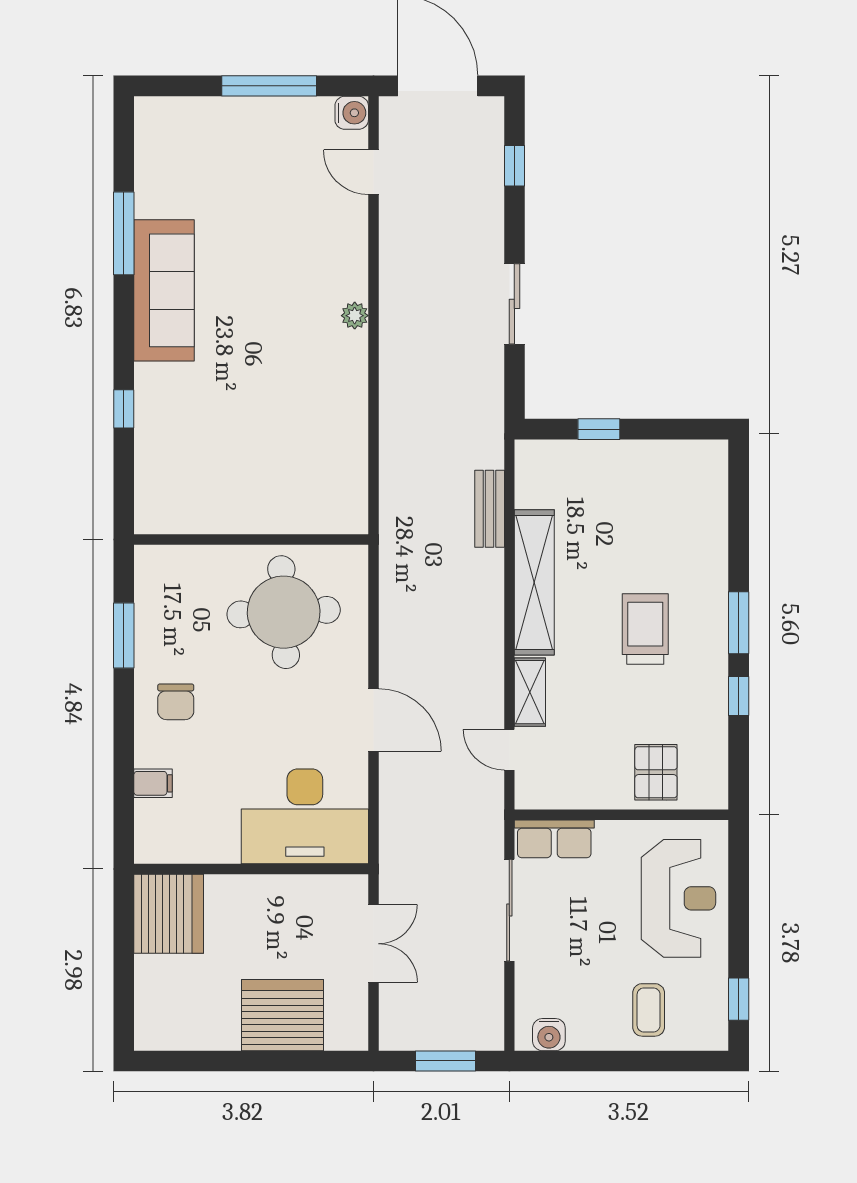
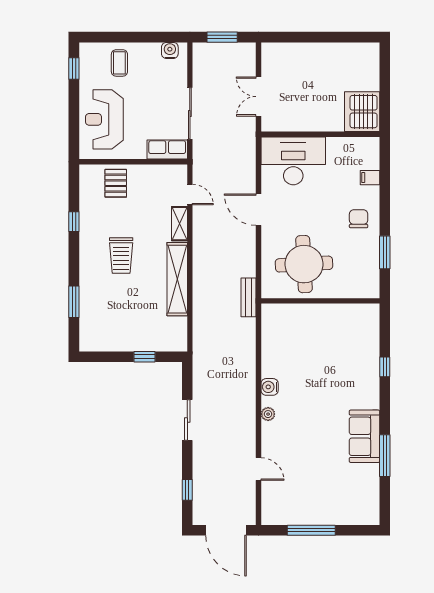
water cooler: (352, 113) -> (270, 387), moved
door: (373, 172) -> (259, 469), moved
sofa: (164, 290) -> (364, 436), width x0.73
bench: (490, 509) -> (249, 297), moved
window: (739, 623) -> (74, 302), moved
server rack: (282, 1015) -> (305, 60), removed

